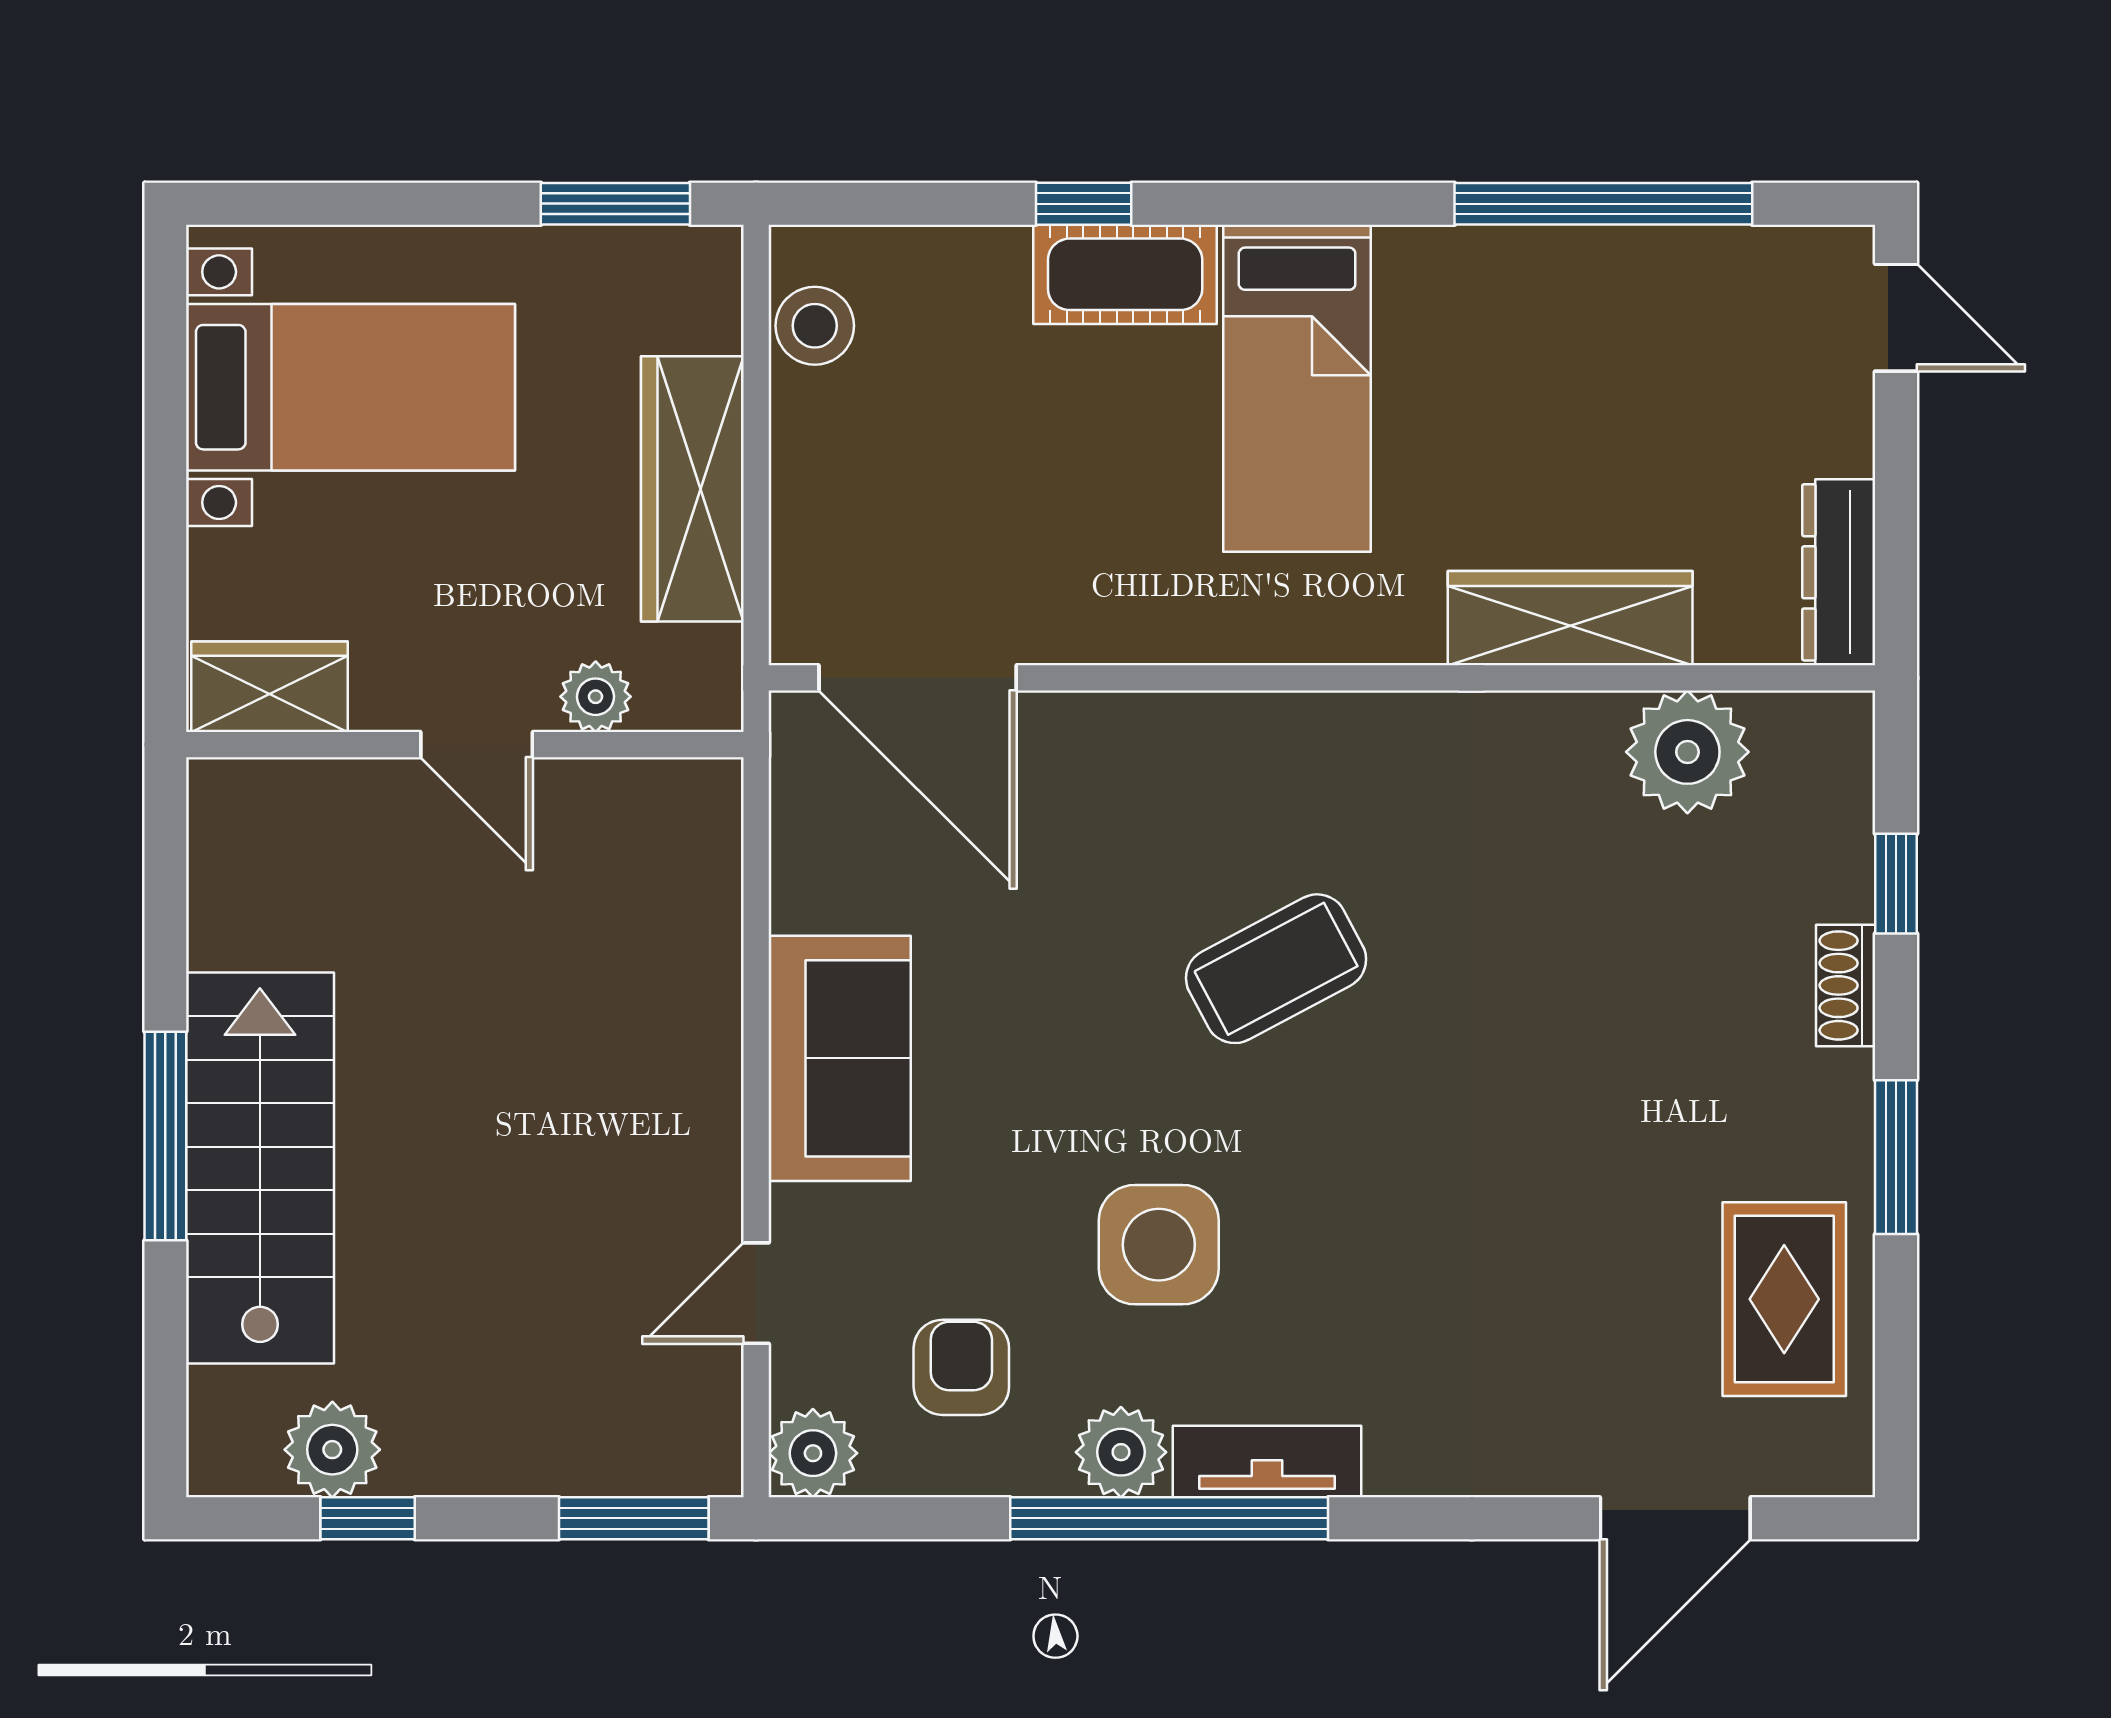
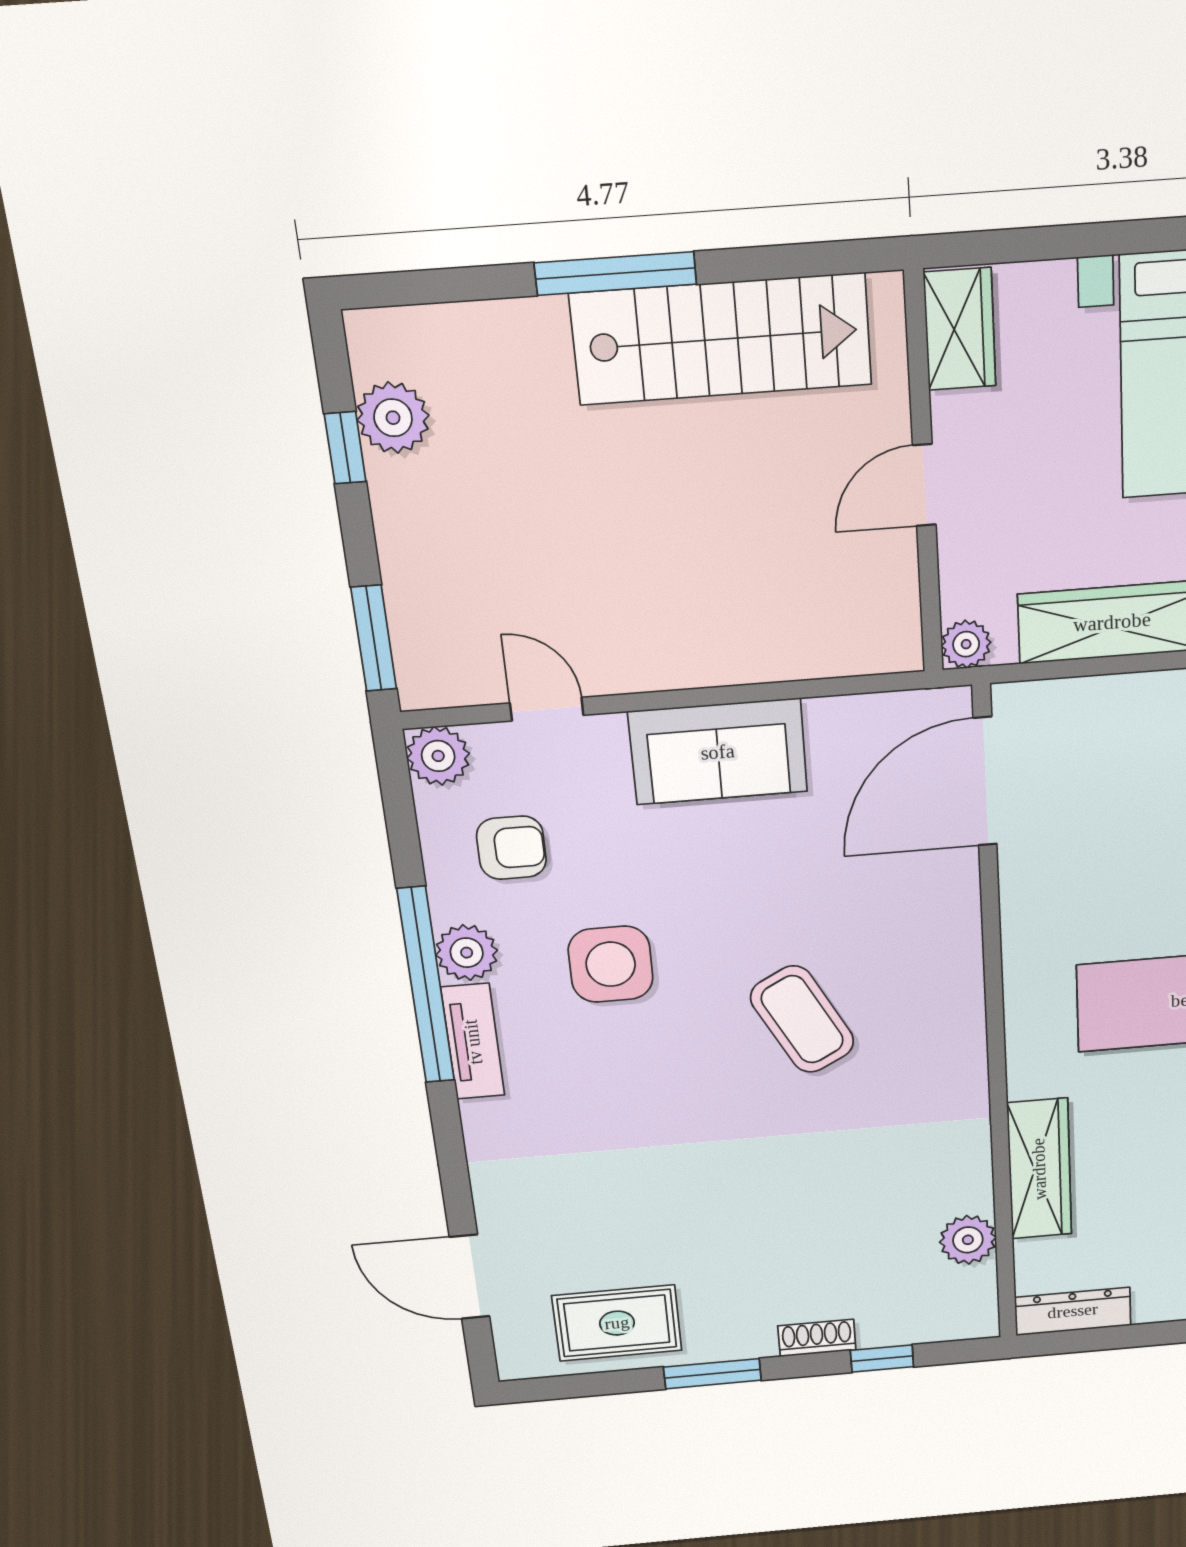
plant: (596, 697) -> (966, 644), moved
plant: (1687, 752) -> (968, 1240), width x0.73, depth x0.73
stairs: (260, 1168) -> (722, 339), moved

